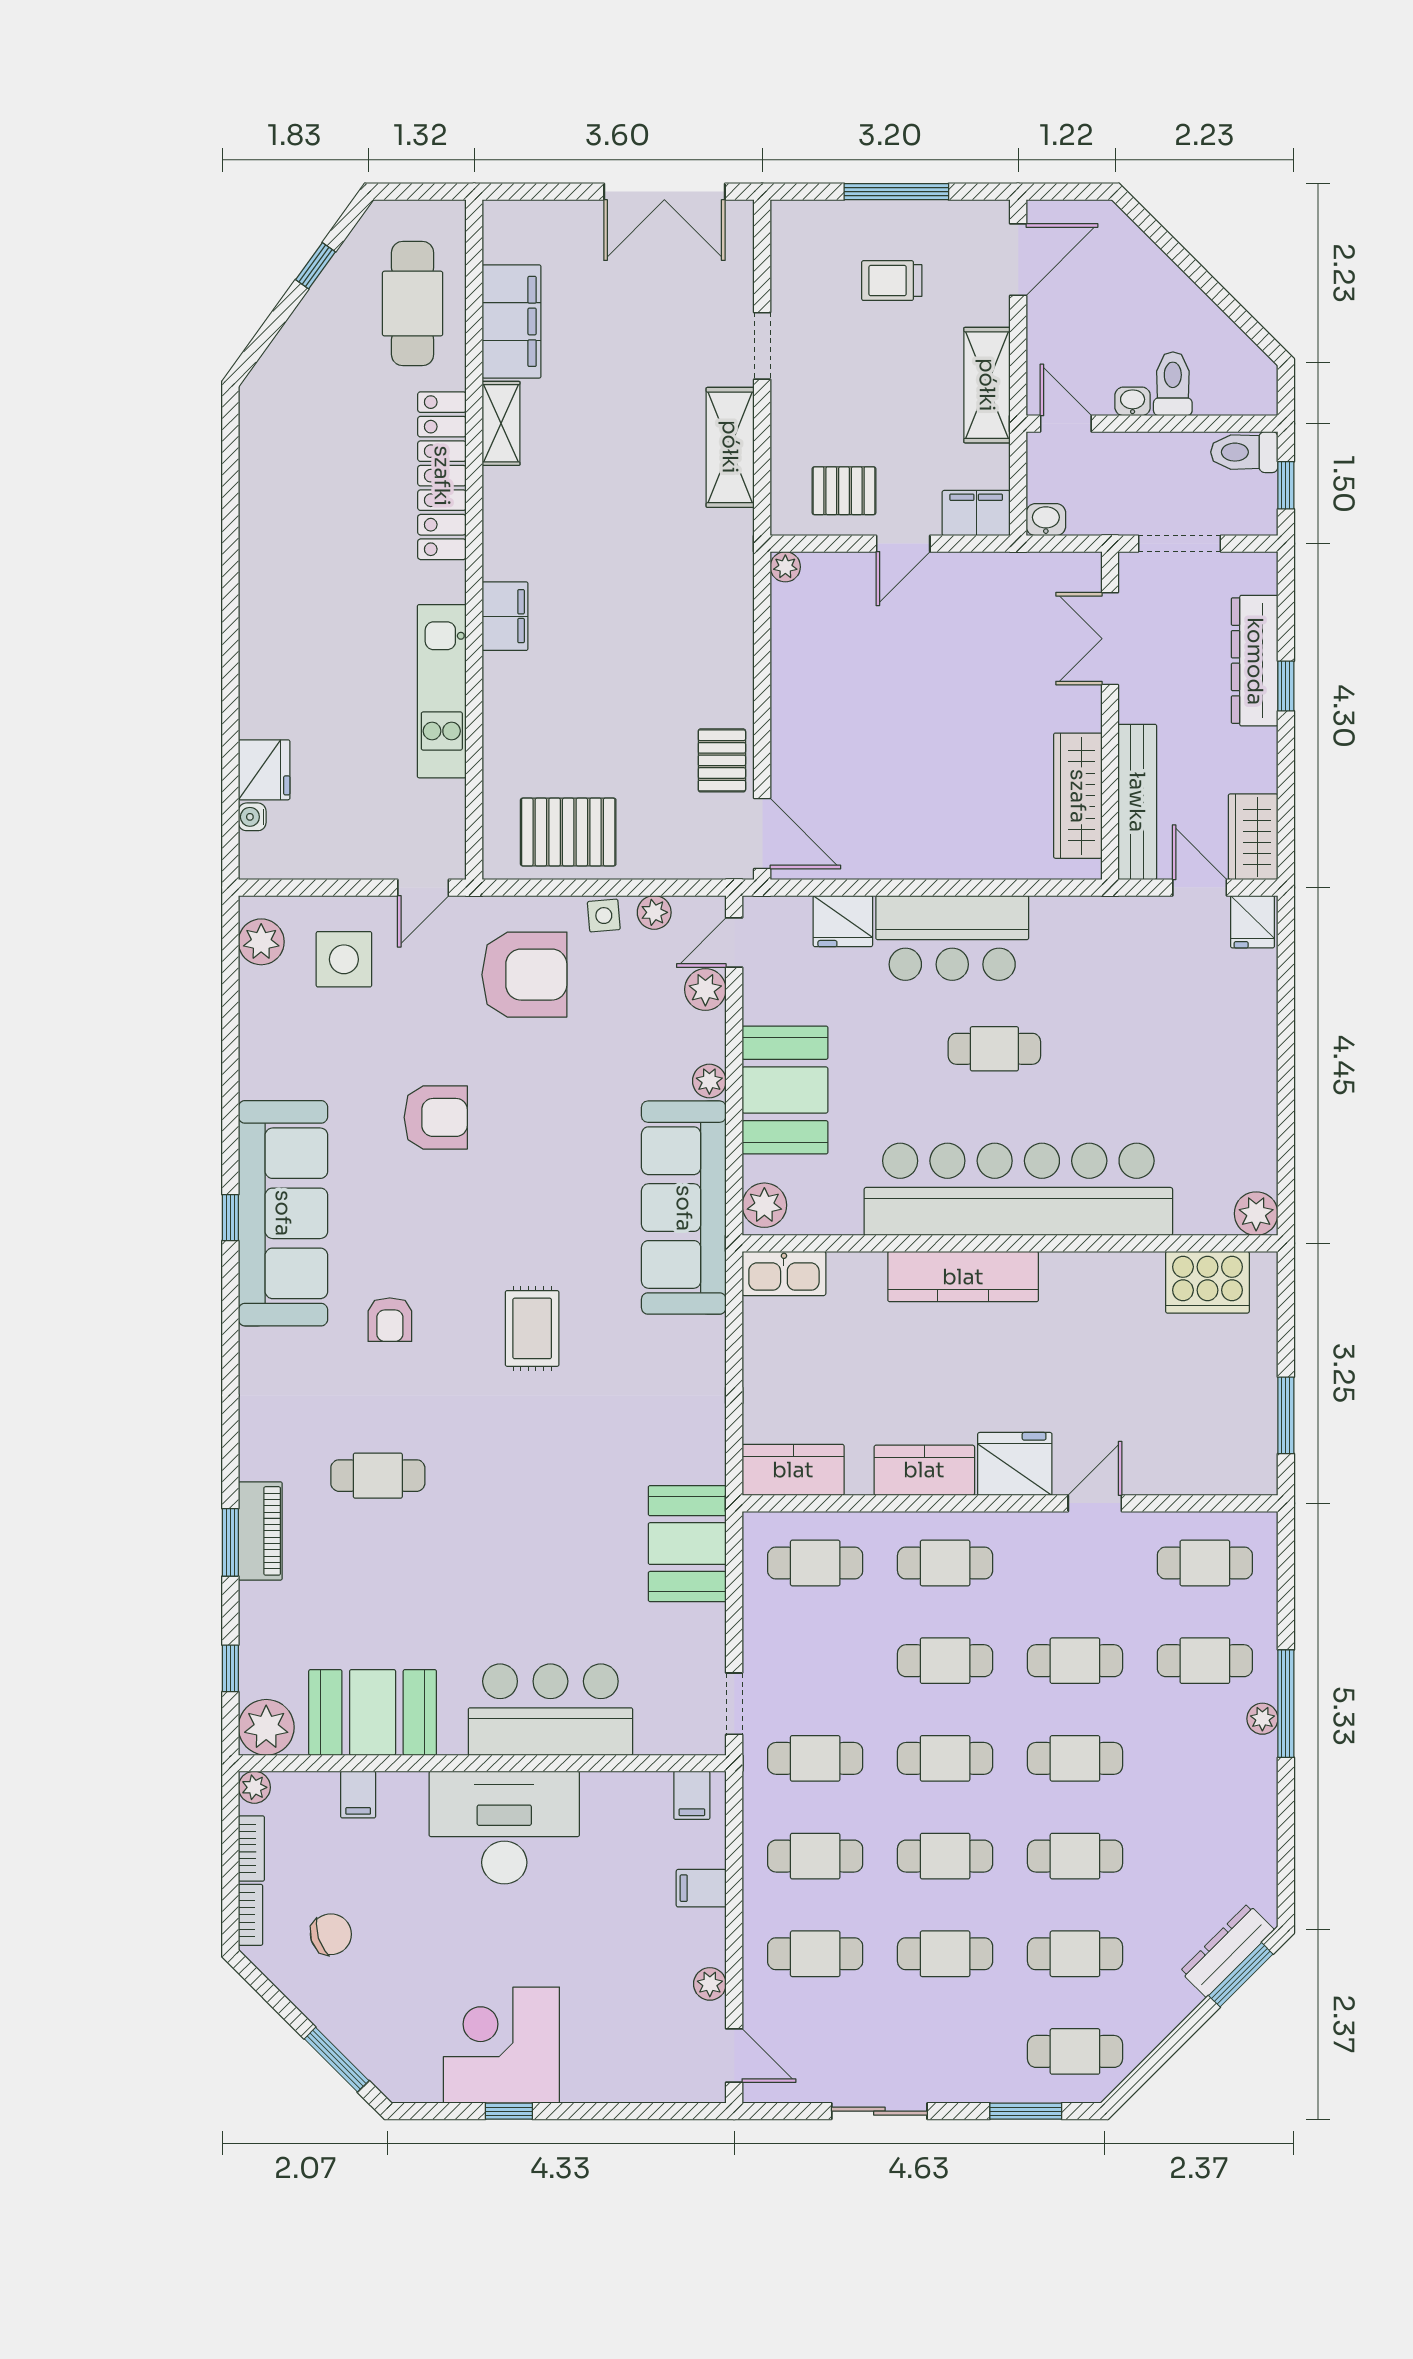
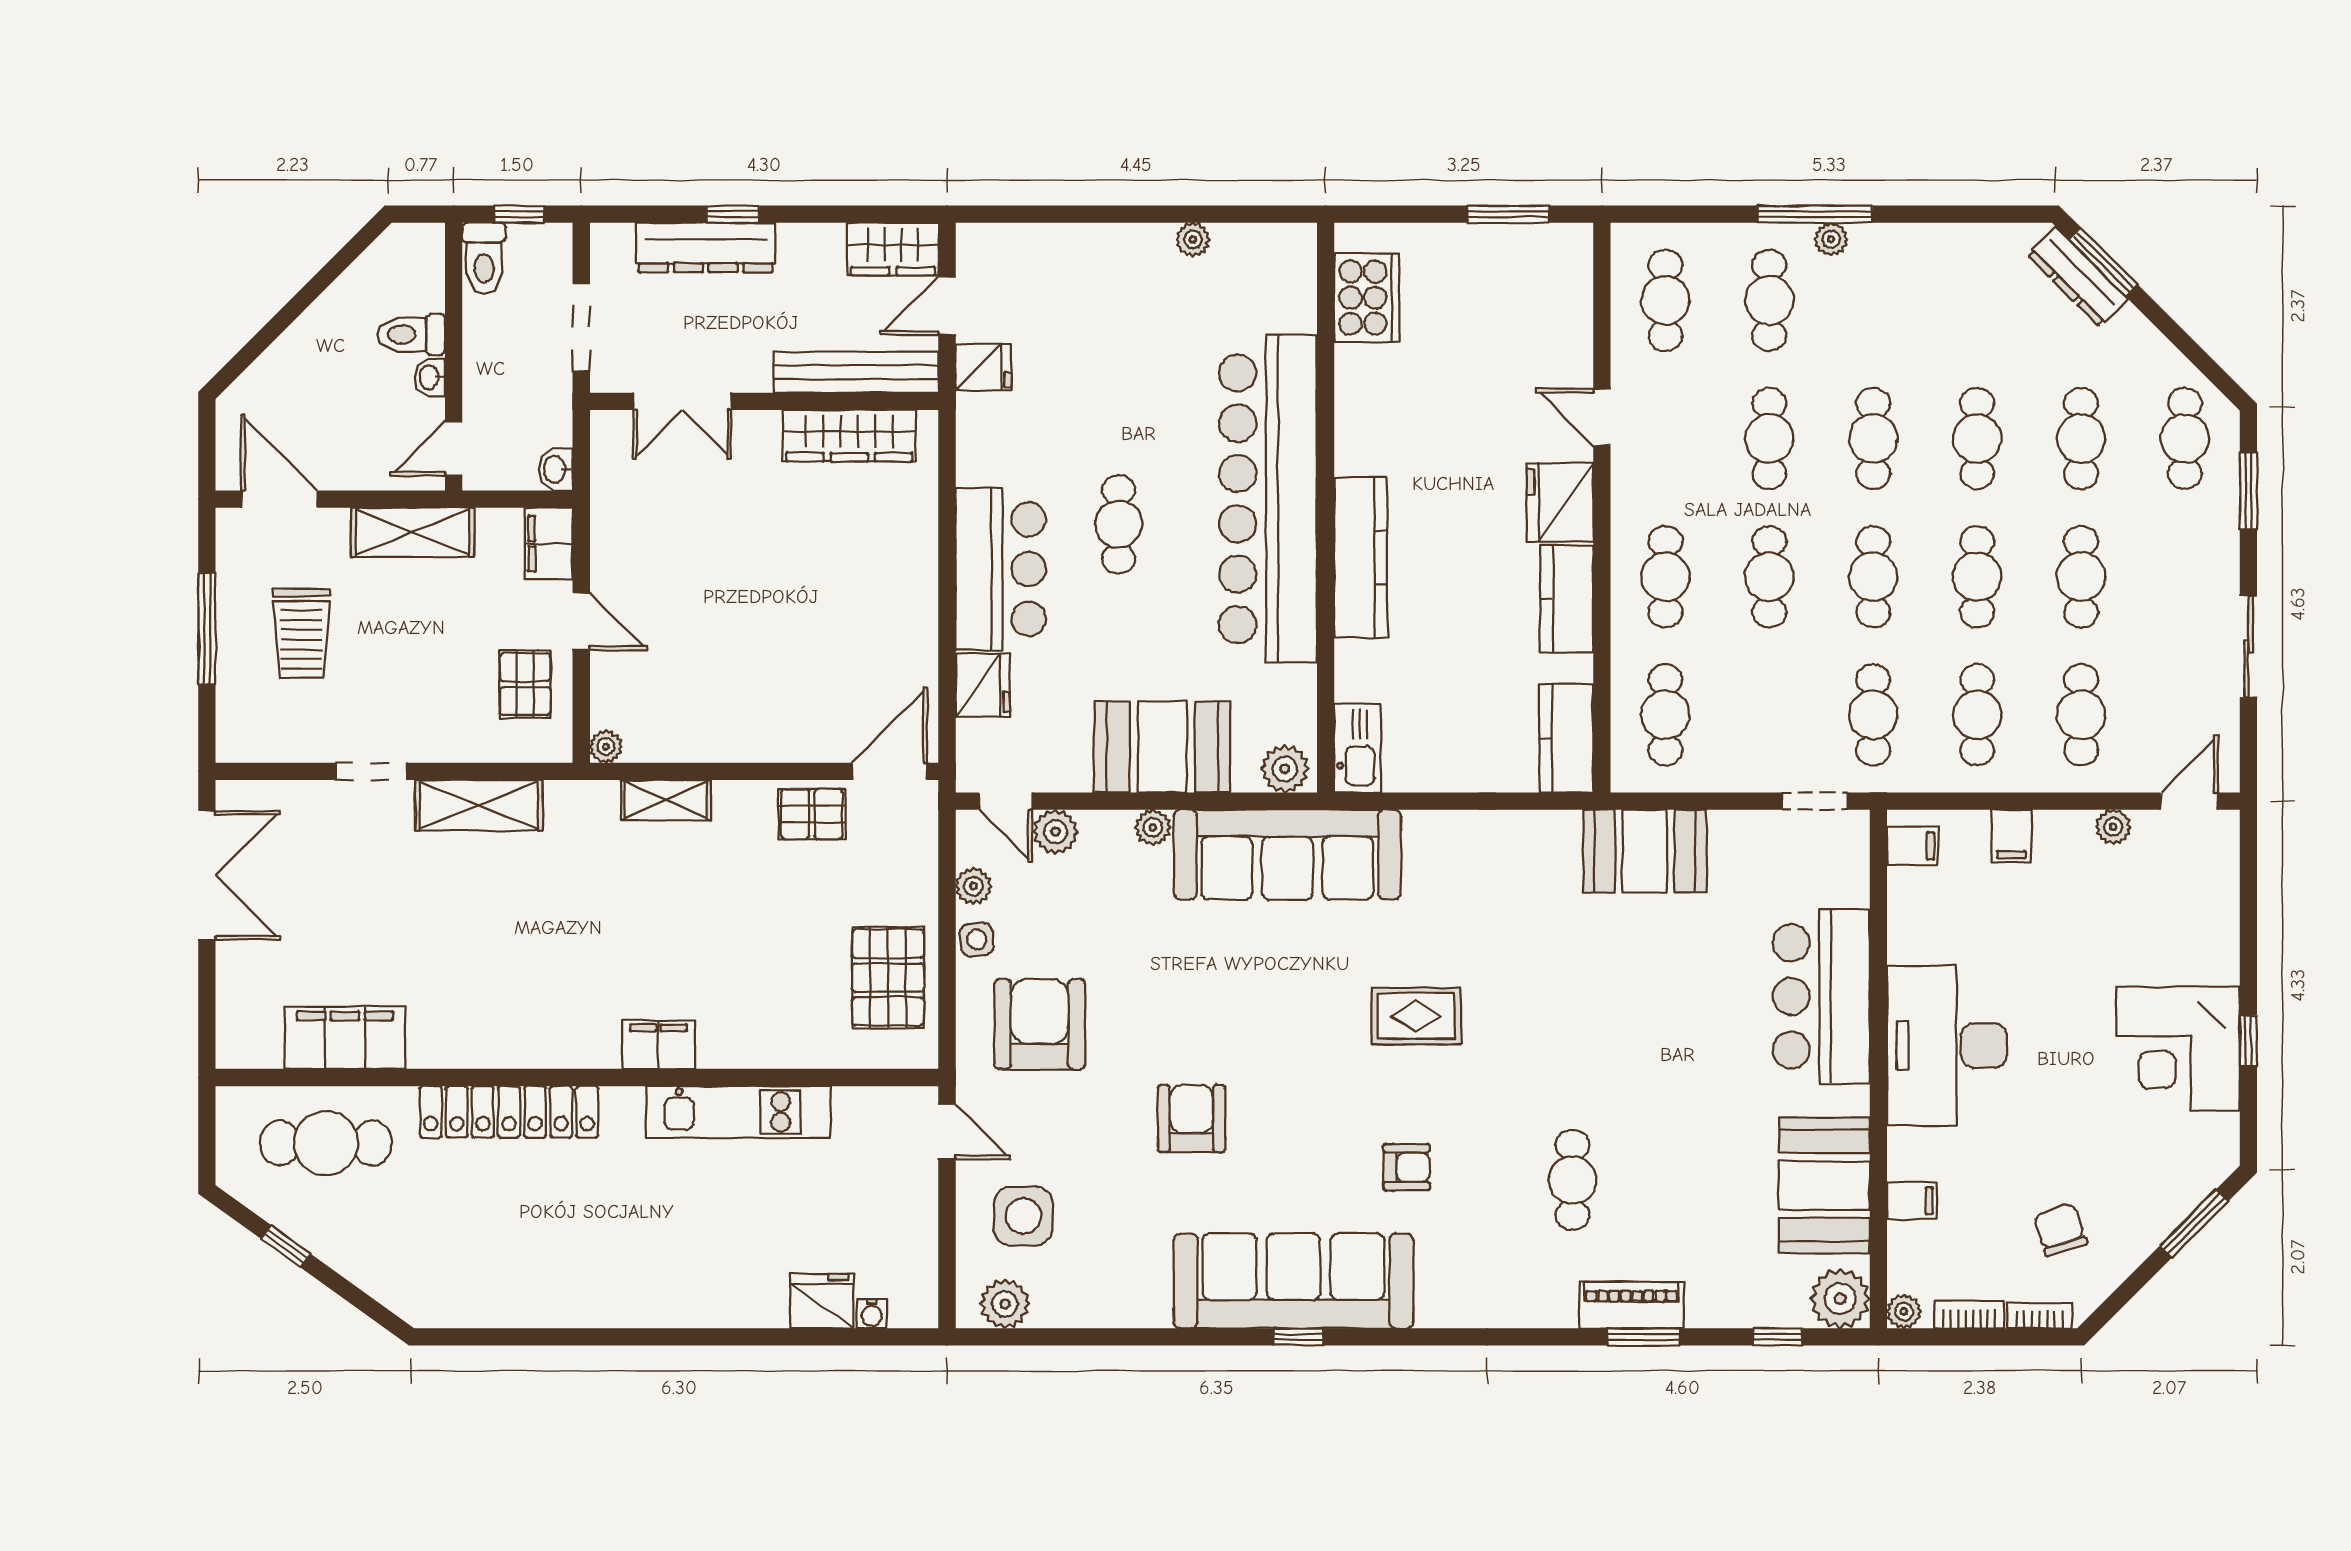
trolley: (892, 281) -> (301, 633), width x1.36, depth x1.39
shelving: (501, 423) -> (666, 800), moved
fridge: (1253, 922) -> (983, 368), moved
plant: (1256, 1214) -> (1193, 240), moved, width x0.73, depth x0.73

